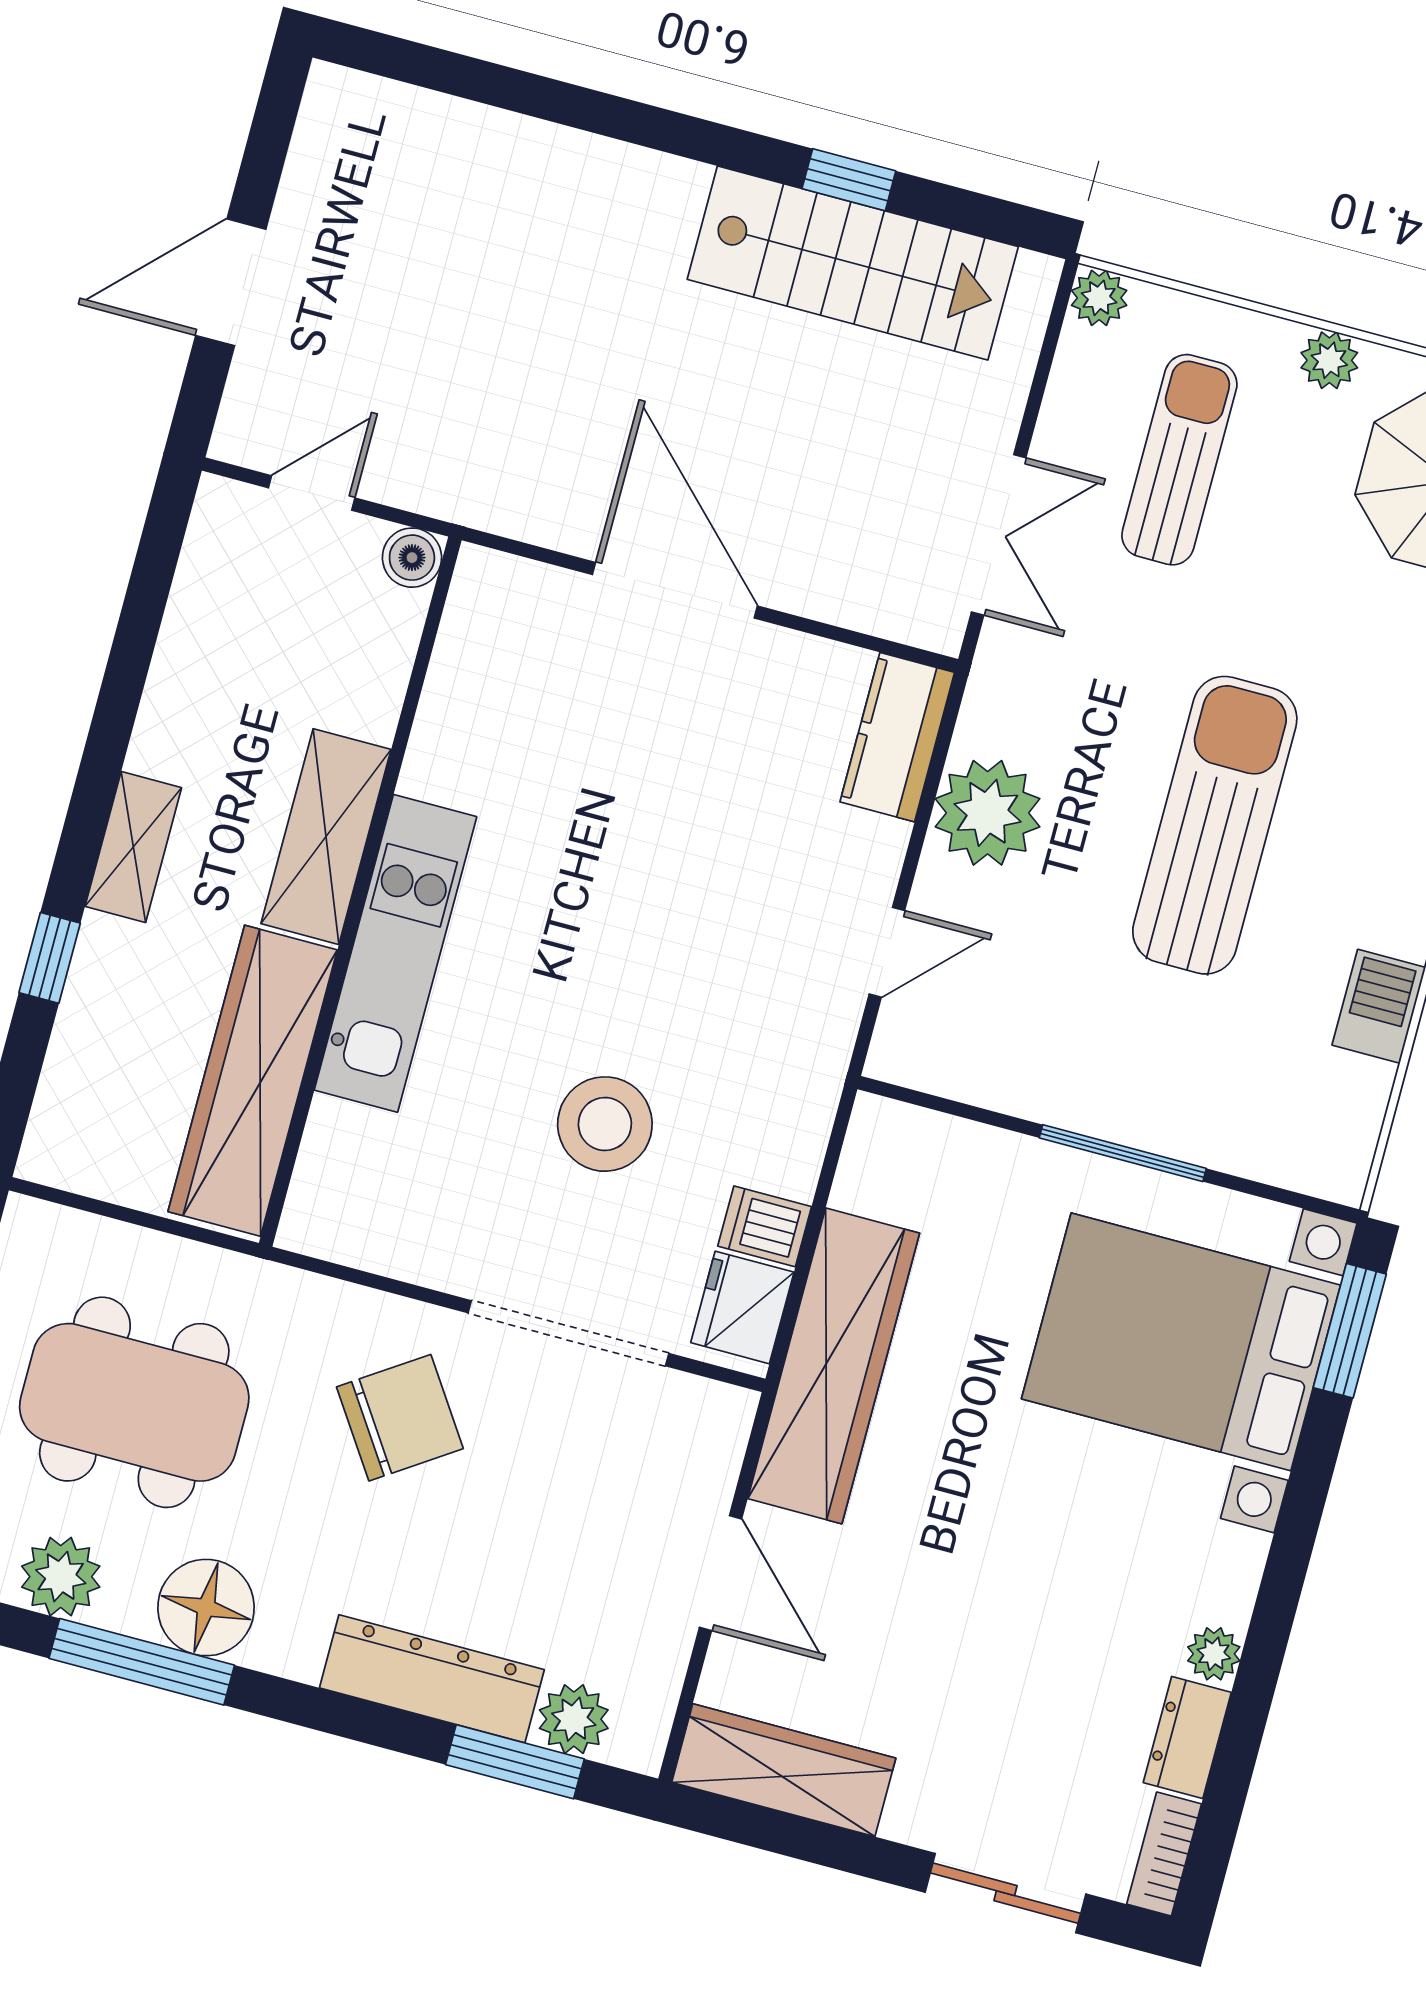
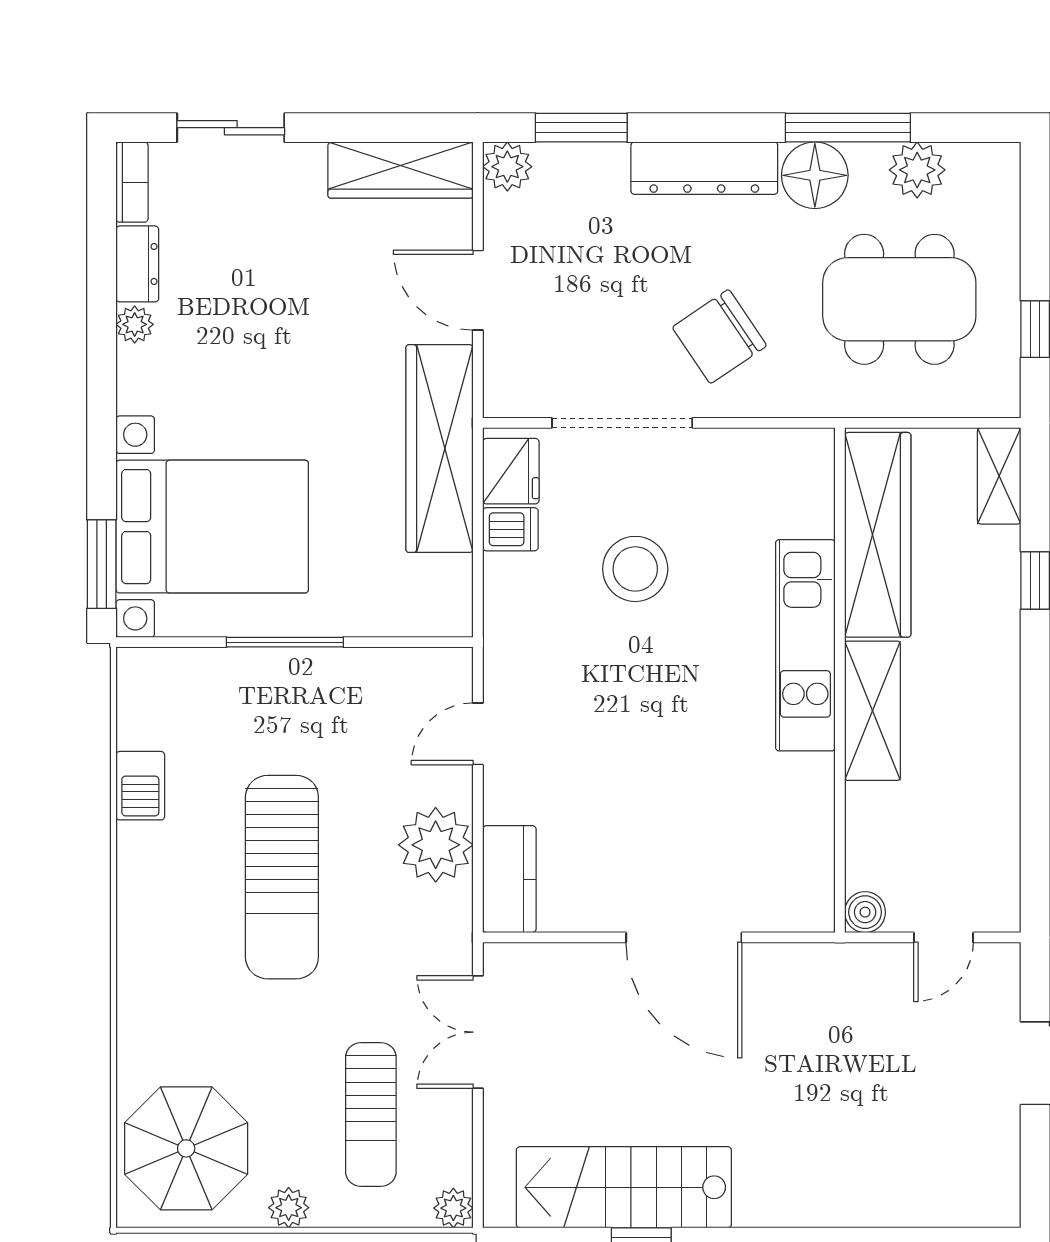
shelving: (133, 847) -> (999, 476), moved
dresser: (432, 1679) -> (704, 168), moved
plant: (574, 1719) -> (507, 167), moved

